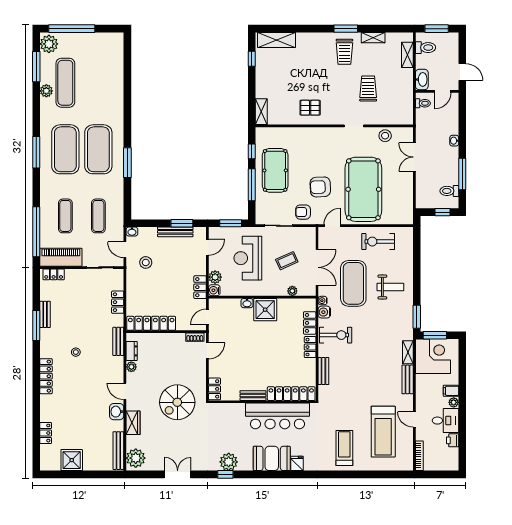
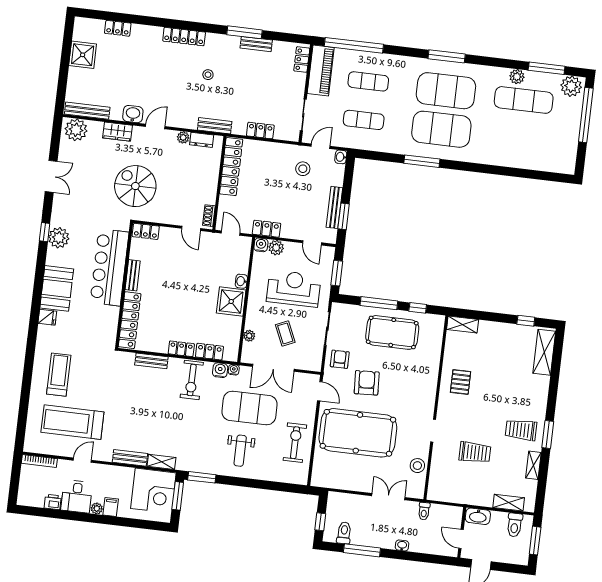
toilet: (423, 103) -> (424, 511), moved
bar counter: (277, 416) -> (109, 267), moved
treadmill: (344, 448) -> (59, 375), turned -90

